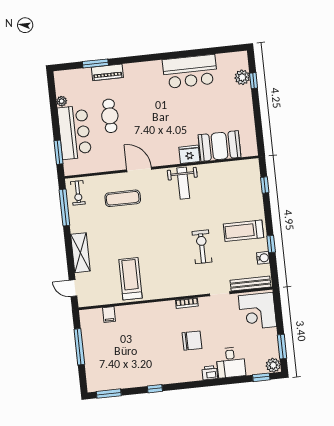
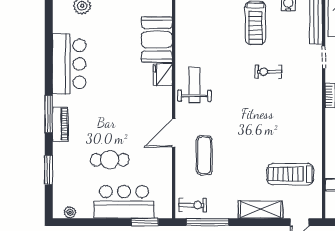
window: (144, 58) -> (49, 114), added
piano: (107, 72) -> (60, 124), moved
plant: (62, 101) -> (70, 212), moved
weight bench: (183, 183) -> (194, 85), turned -90
exercise bike: (202, 247) -> (268, 72), width x0.73, depth x0.72
treadmill: (130, 279) -> (291, 174), moved

